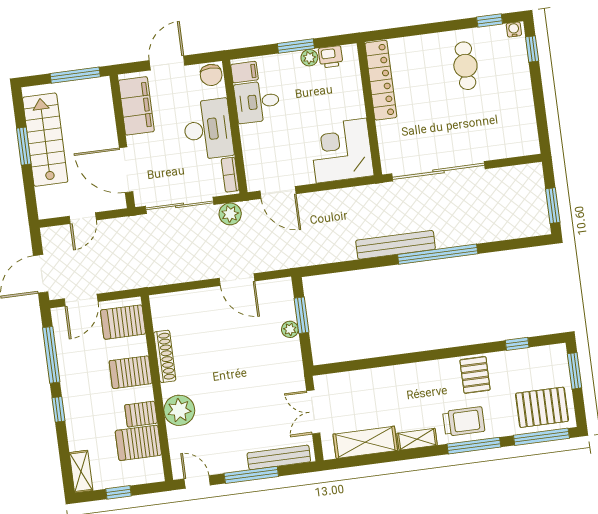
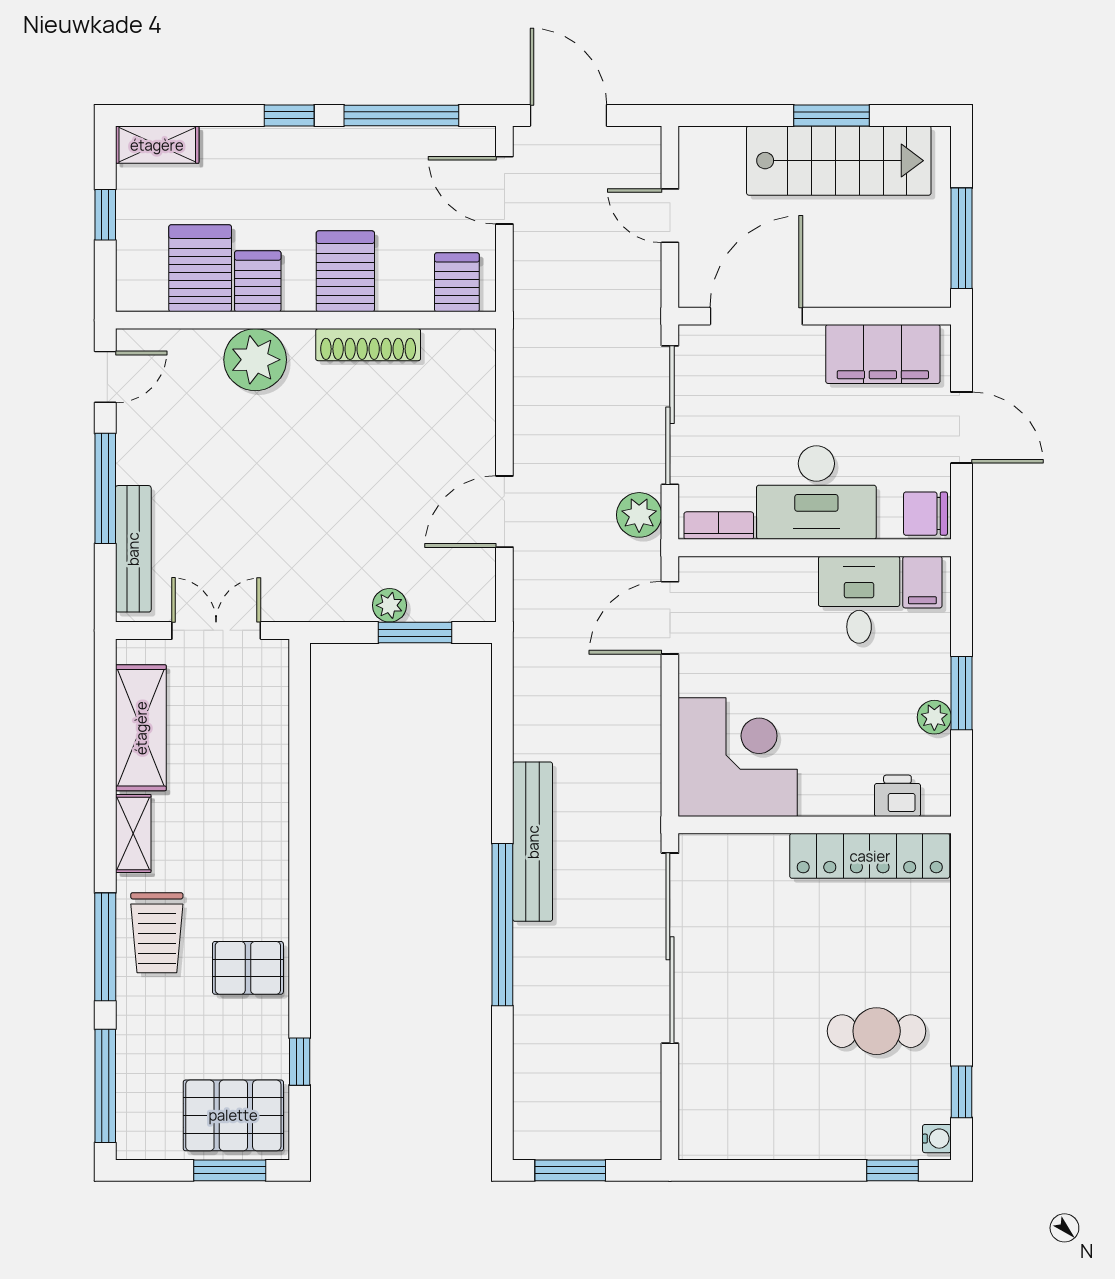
printer: (331, 57) -> (897, 796), moved, turned 90
server rack: (123, 322) -> (457, 282), width x0.73, depth x0.70
pallet: (542, 407) -> (233, 1115), moved, turned 90

